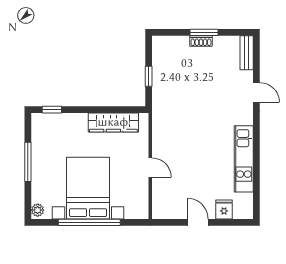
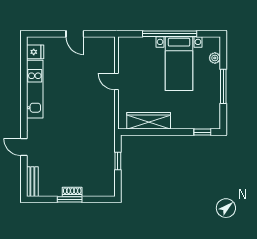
bed with nightstands: (88, 188) -> (179, 64), width x0.73
fridge: (224, 209) -> (35, 52), moved, turned -90
plant: (38, 210) -> (215, 58), moved

